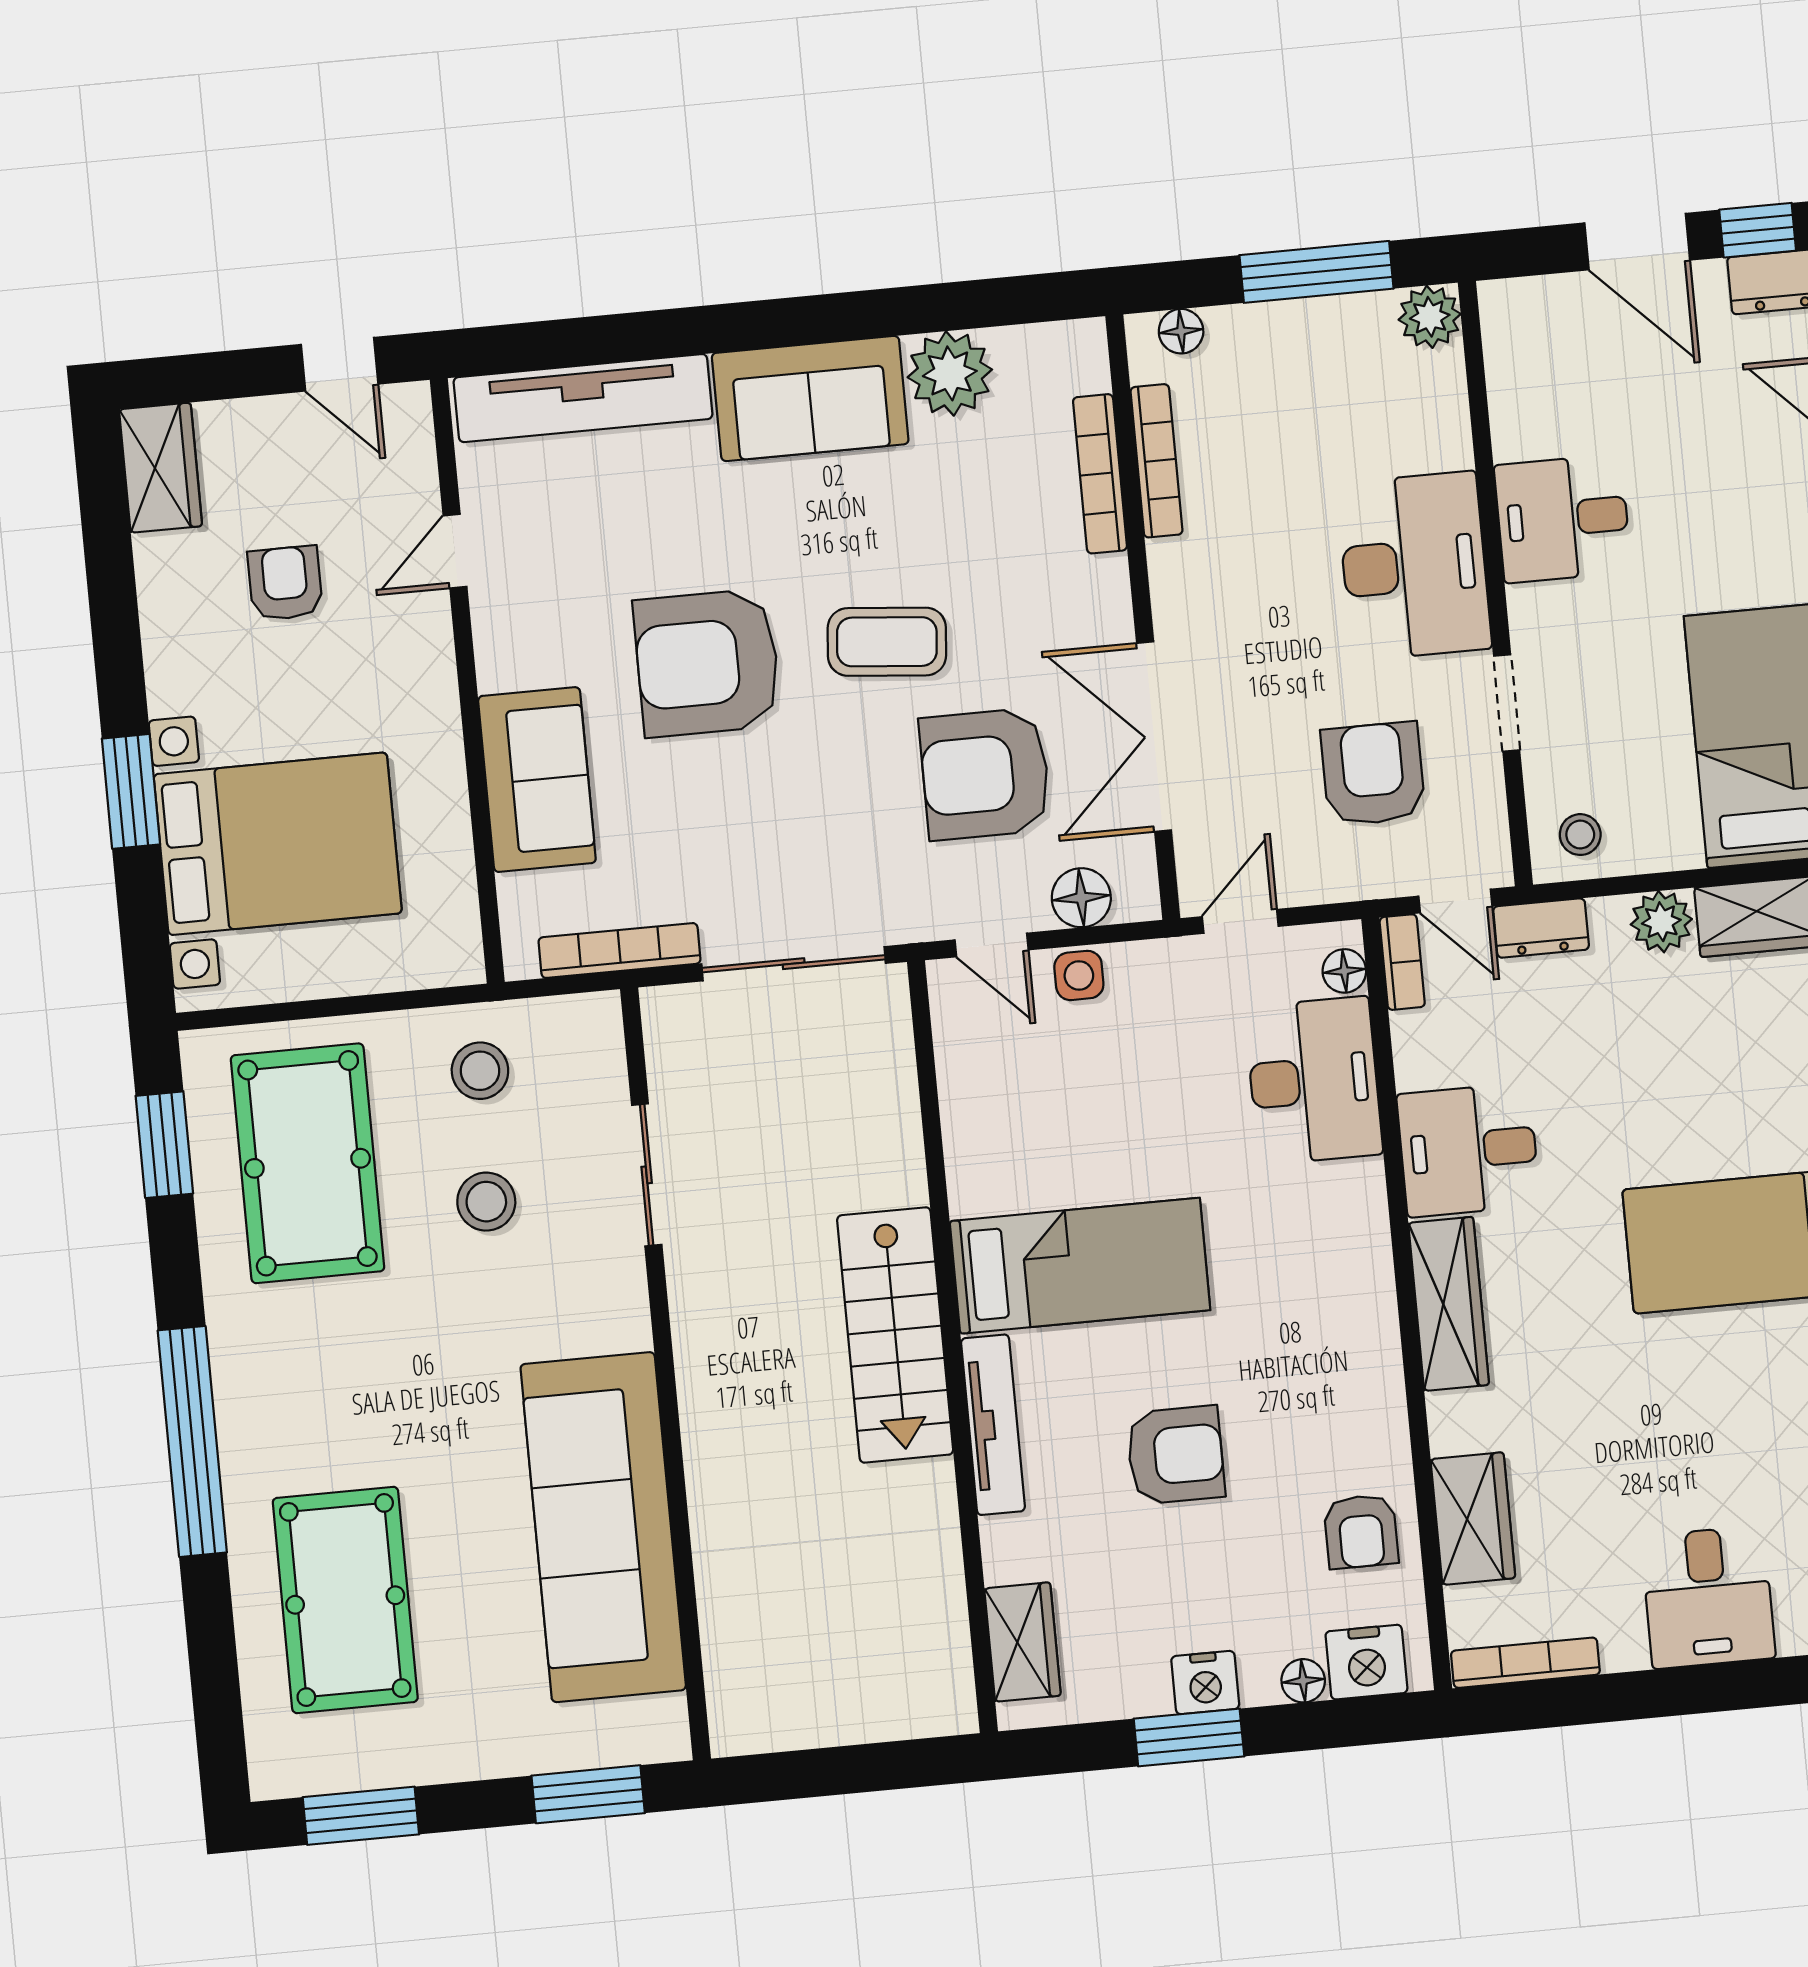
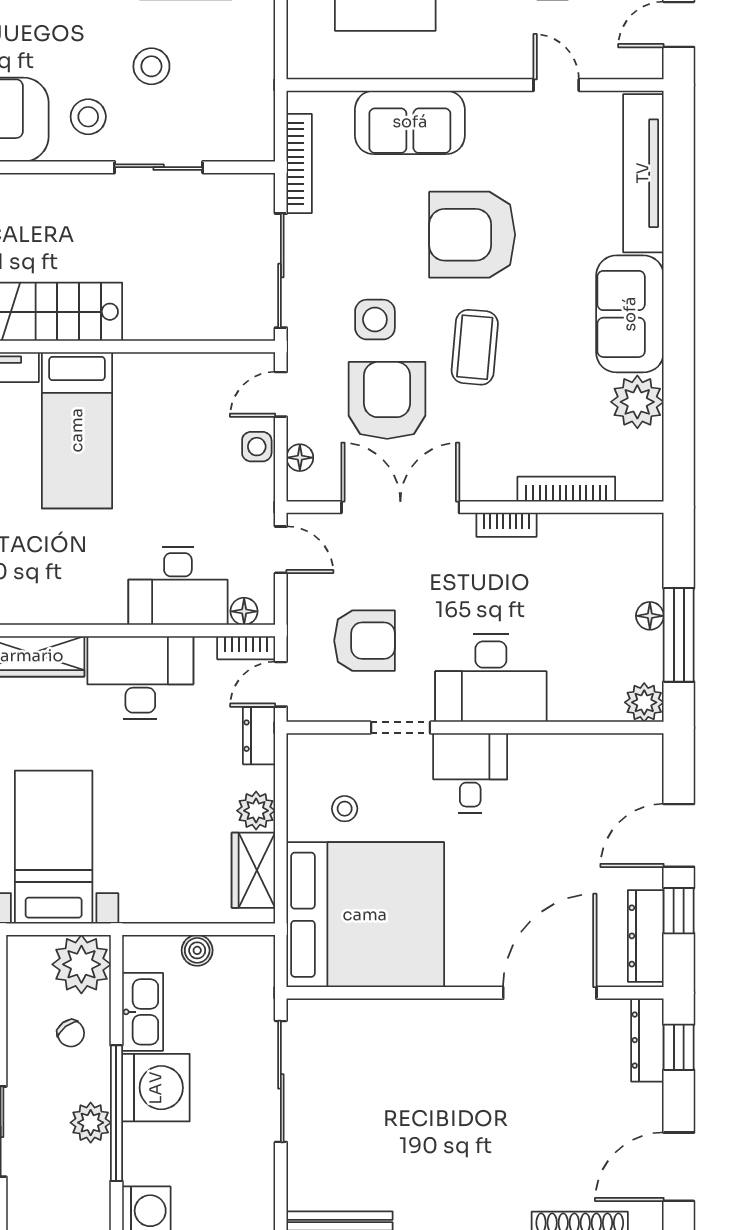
floor lamp: (1181, 331) -> (650, 616), moved
bookcase: (1156, 461) -> (506, 525), moved, width x0.64
desk: (1563, 519) -> (470, 773), moved
armchair: (707, 663) -> (472, 235), turned -90
side table: (858, 806) -> (375, 320), added
stool: (1580, 835) -> (345, 809), moved
floor lamp: (1081, 898) -> (300, 458), width x0.73, depth x0.73
stool: (480, 1071) -> (88, 117), moved
desk: (1468, 1150) -> (140, 678), width x1.37

